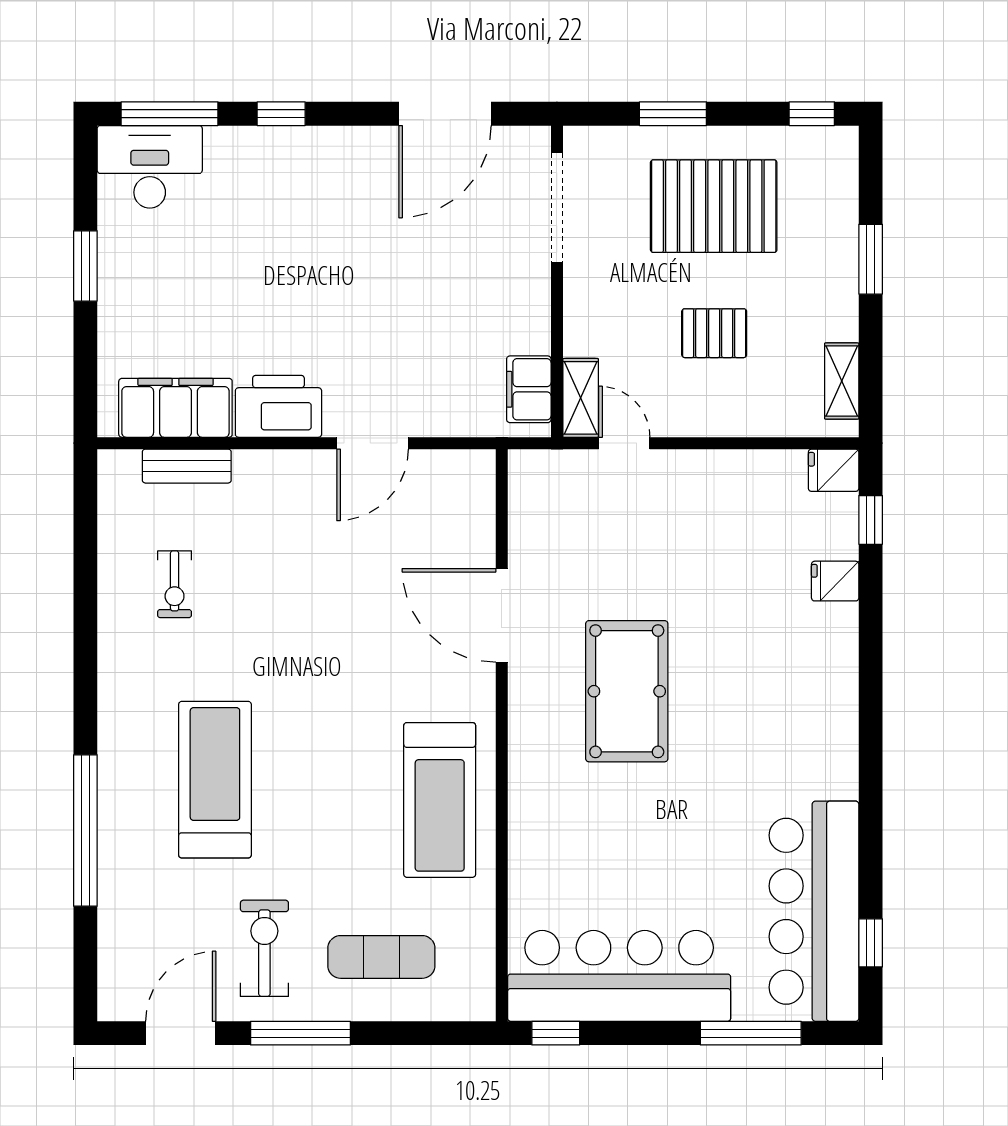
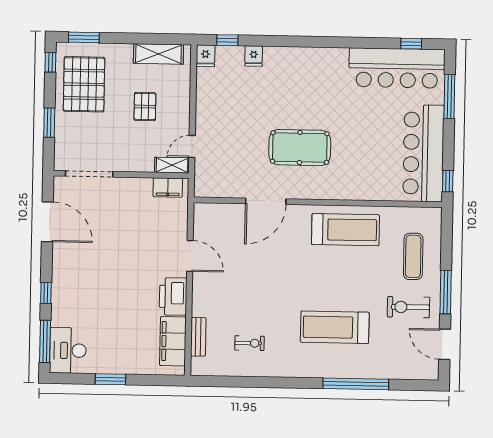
pallet: (714, 206) -> (84, 84), moved
window: (871, 259) -> (84, 37), moved
shelving: (842, 381) -> (158, 54), width x1.50, depth x1.33

